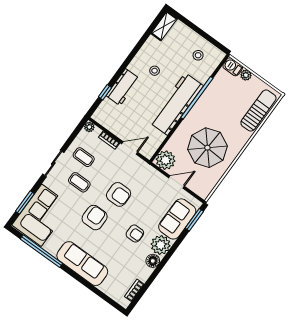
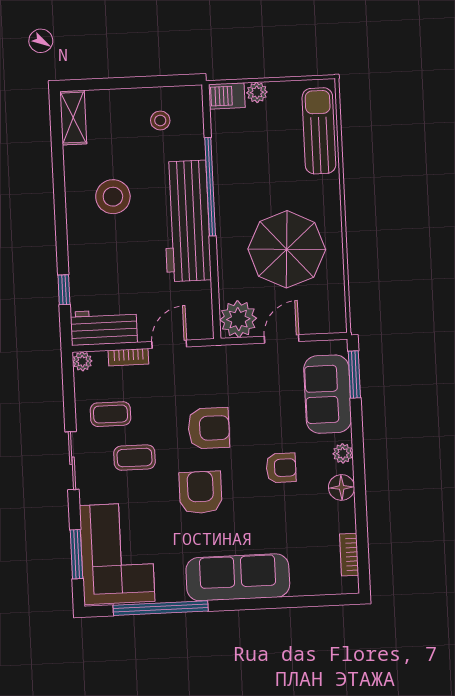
stool: (155, 71) -> (113, 197), width x1.89, depth x1.89
workbench: (123, 87) -> (104, 327), moved, turned -90
plant: (161, 245) -> (343, 453), width x0.53, depth x0.53

